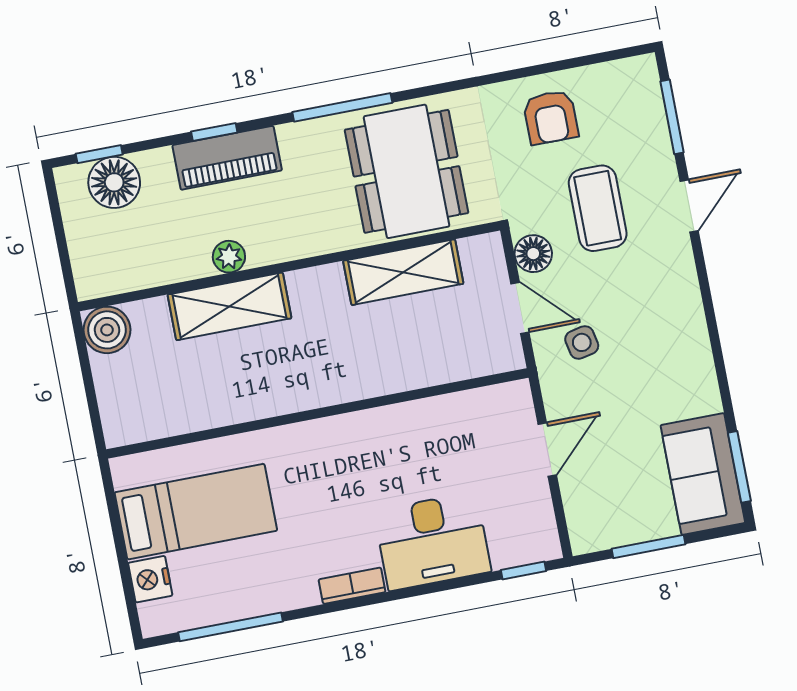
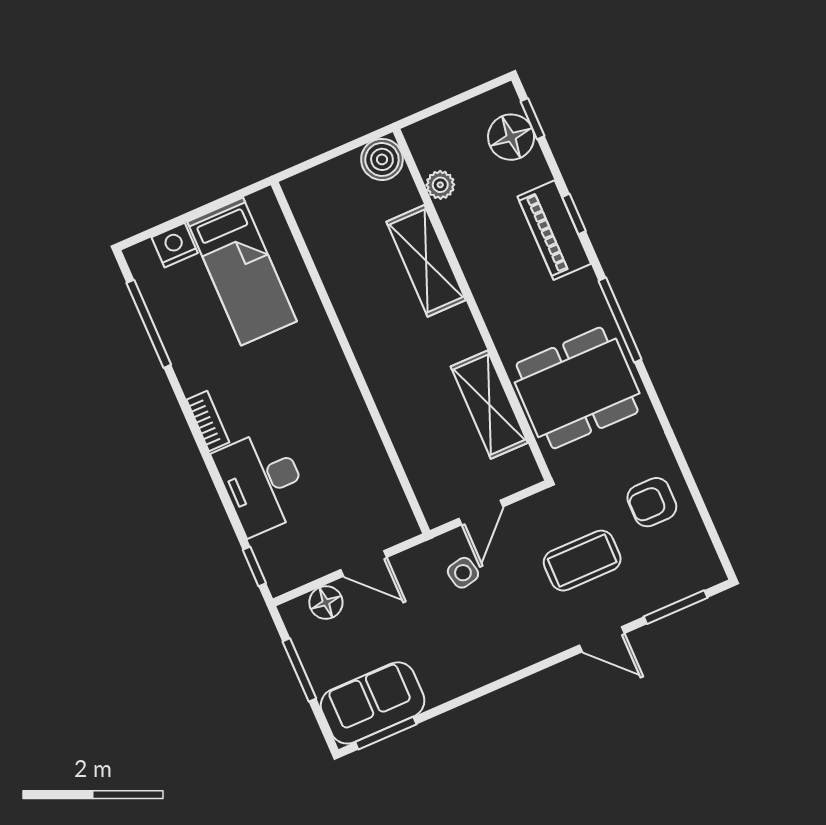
floor lamp: (533, 254) -> (326, 602), moved
plant: (229, 257) -> (440, 185), moved

